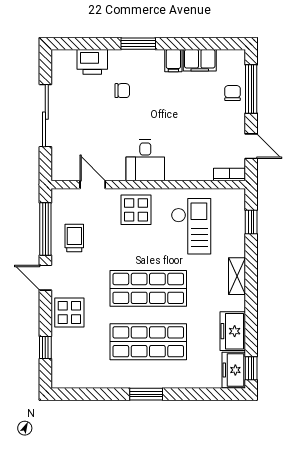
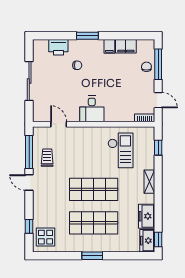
display table: (136, 210) -> (86, 140), removed
display table: (69, 312) -> (45, 237), moved

